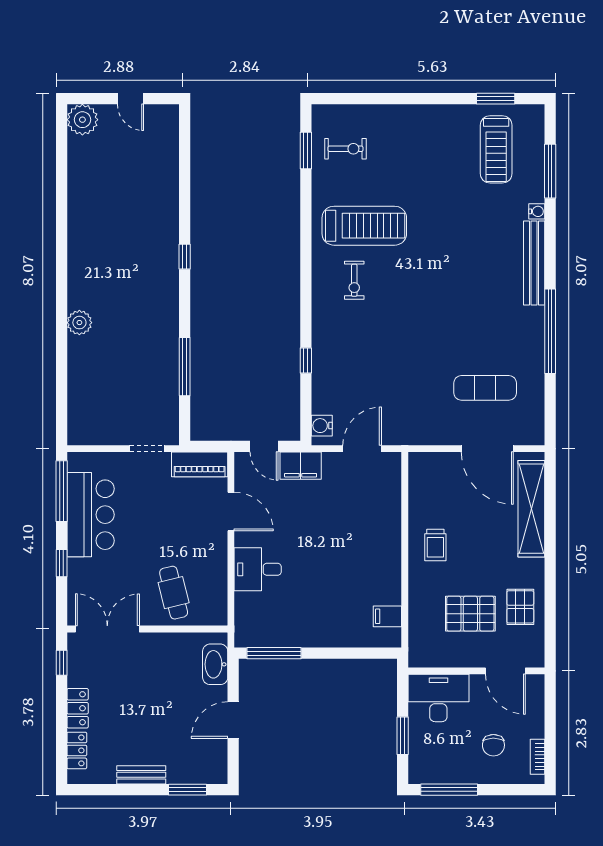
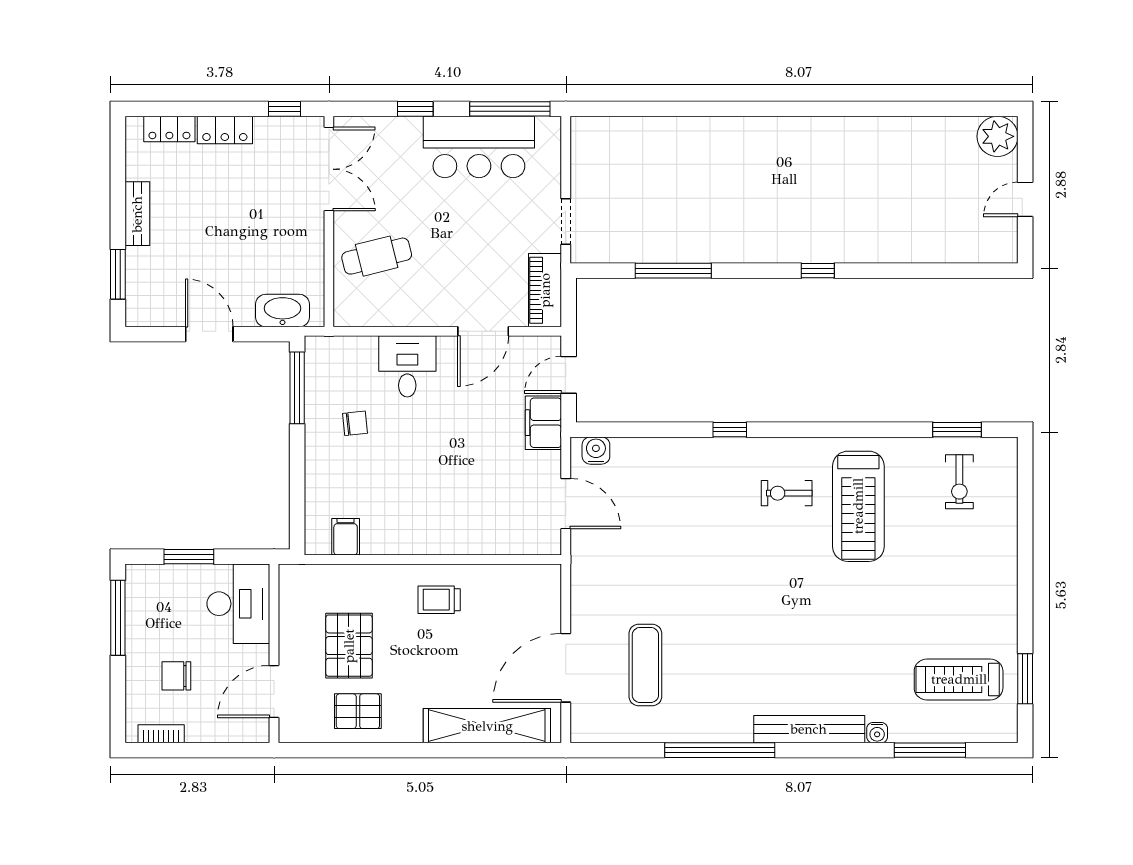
plant: (79, 323) -> (731, 132), removed
window: (306, 361) -> (730, 430), moved
chair: (301, 609) -> (355, 423), added

